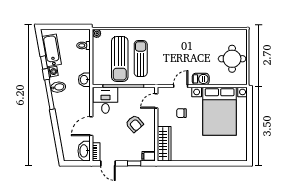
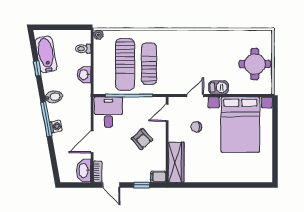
washing machine: (53, 72) -> (56, 126), moved
washbasin: (84, 80) -> (84, 75), moved
window: (50, 94) -> (46, 119), moved

